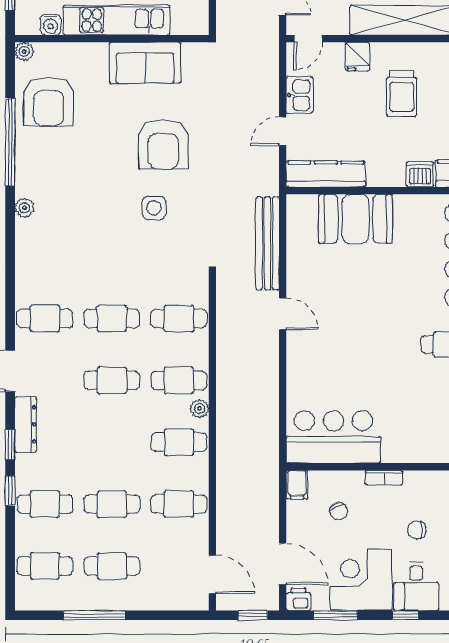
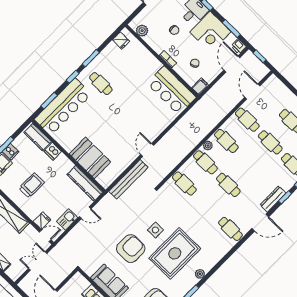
fridge: (358, 57) -> (42, 221), moved
rug: (91, 201) -> (175, 253), added
cafe table: (112, 318) -> (207, 206), removed
door: (212, 574) -> (252, 92), moved

